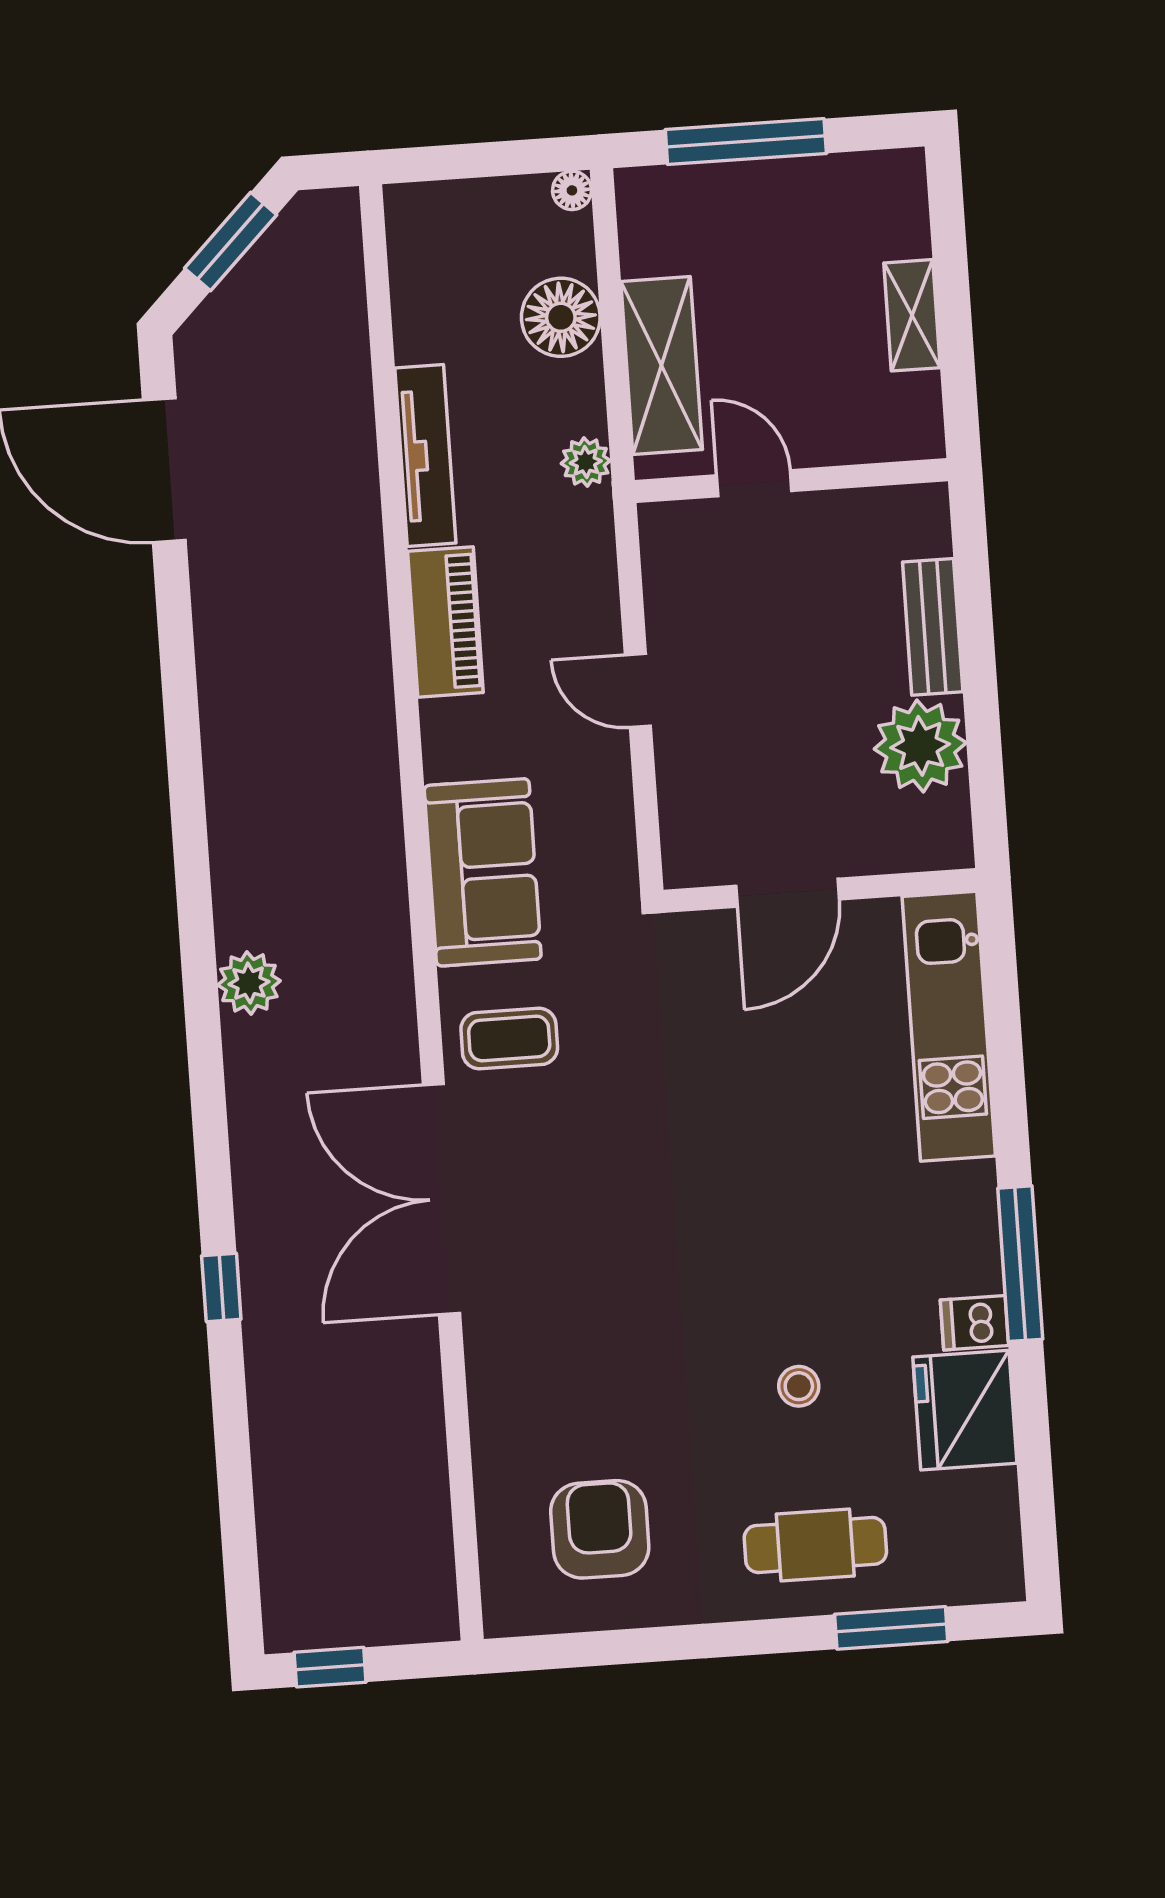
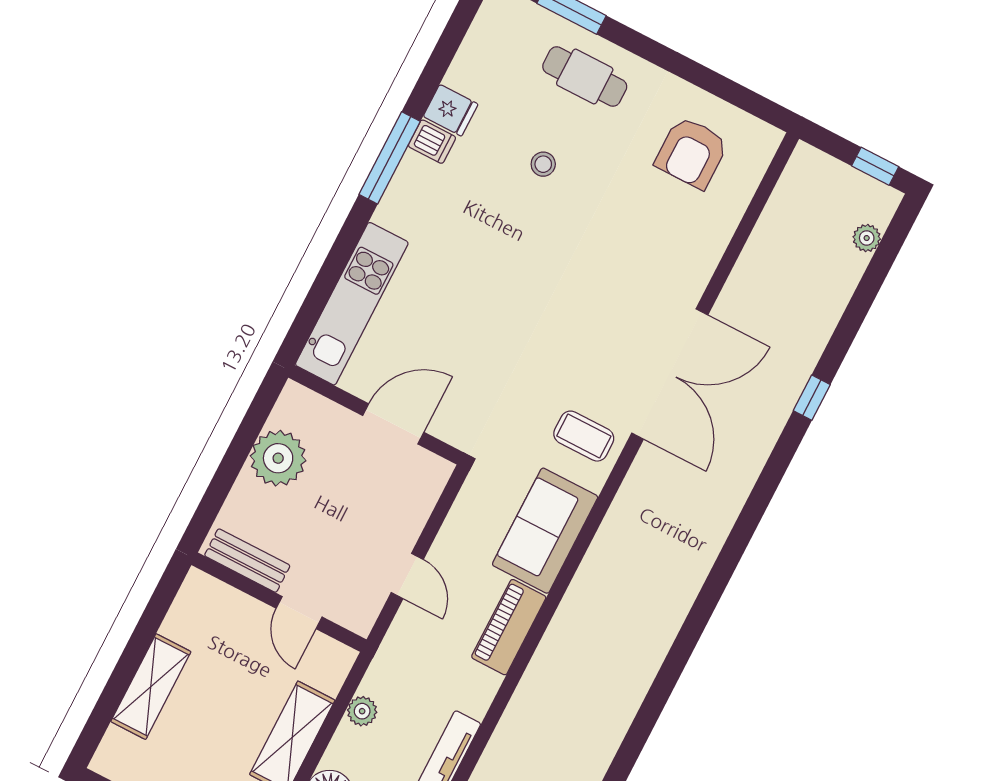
shelving: (912, 315) -> (151, 687), width x1.50, depth x1.33
wall: (791, 481) -> (279, 602), moved
door: (754, 483) -> (299, 613), moved
piano: (445, 622) -> (509, 627), moved
bench: (933, 627) -> (247, 561), moved, turned 90
plant: (249, 983) -> (867, 238), moved, width x0.73, depth x0.73
fridge: (965, 1410) -> (451, 110), width x0.53, depth x0.75

